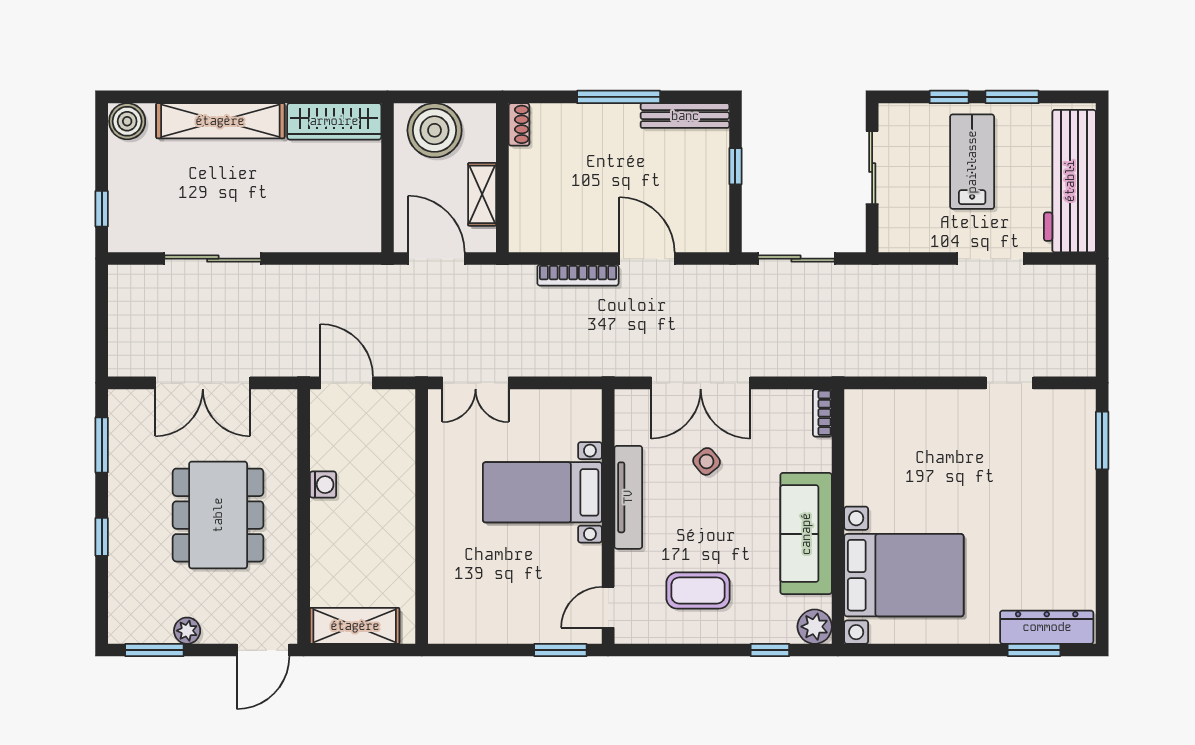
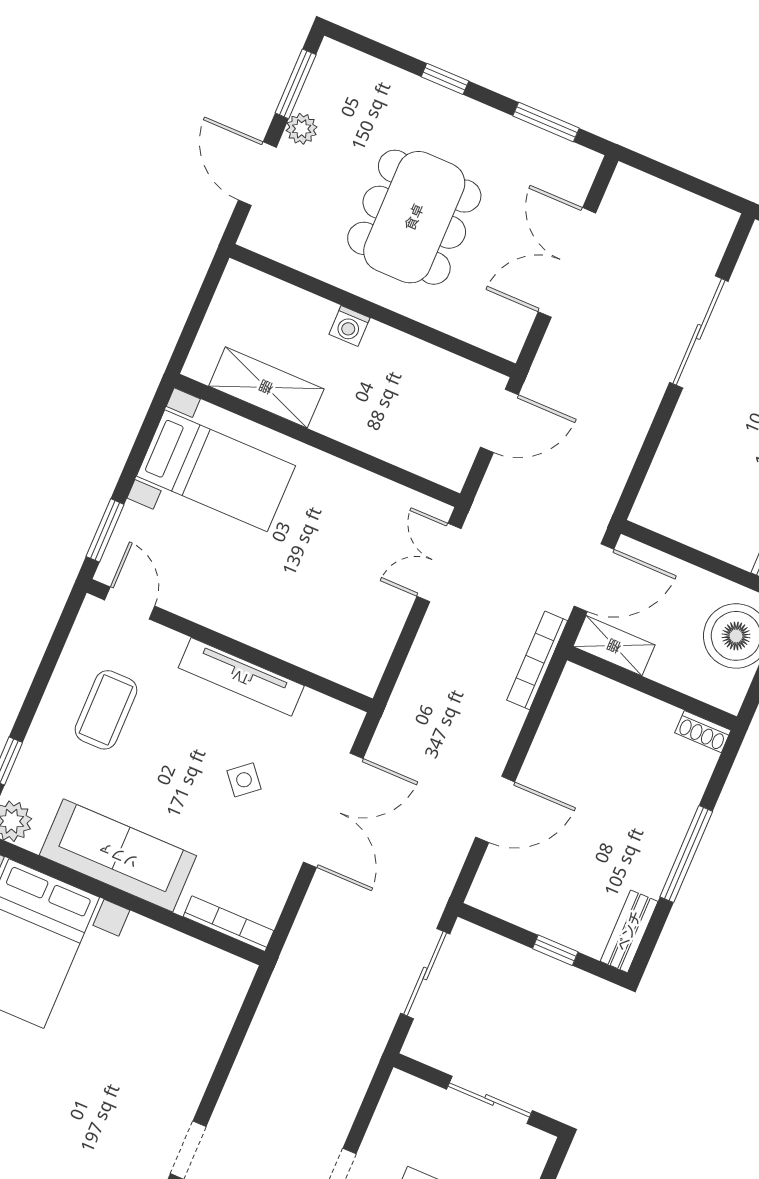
bench: (685, 116) -> (629, 931), width x0.73
shelving: (482, 194) -> (614, 646), moved
bookcase: (578, 275) -> (537, 660), moved
double door: (701, 383) -> (333, 810), swing flipped
bookcase: (822, 413) -> (228, 924), width x1.56
washing machine: (323, 485) -> (349, 326), moved
bed with nightstands: (542, 492) -> (216, 471), moved, turned 90
dining table: (218, 515) -> (414, 217), turned 90
shelving: (355, 626) -> (266, 387), moved, turned 90
door: (263, 650) -> (257, 174), moved

